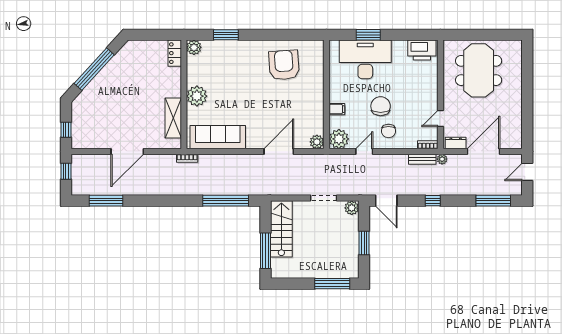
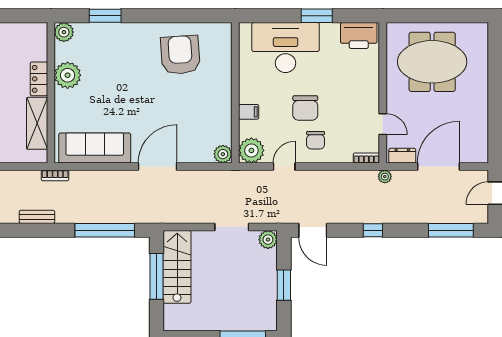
window: (368, 35) -> (317, 16), moved
locker: (175, 53) -> (39, 79), moved
meeting table: (479, 70) -> (432, 62), turned 90
plant: (197, 96) -> (68, 75), moved
chair: (381, 106) -> (305, 108), turned 180
door: (440, 119) -> (383, 124), swing flipped
door: (279, 151) -> (158, 167), moved
bench: (422, 159) -> (37, 217), moved
window: (266, 251) -> (156, 276), moved

